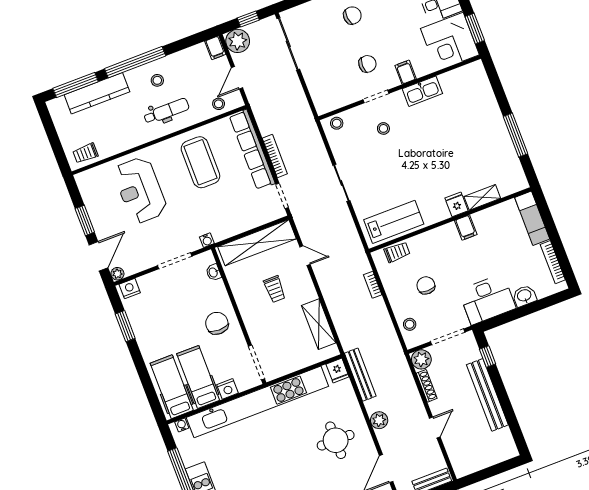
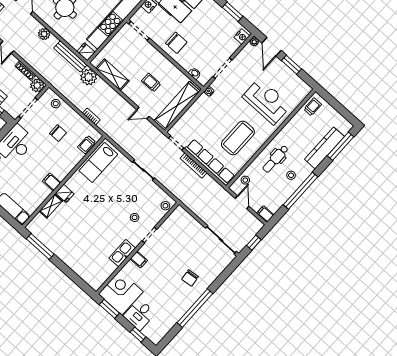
plant: (238, 41) -> (89, 77), moved
window: (135, 62) -> (300, 191), moved
chair: (367, 64) -> (165, 253), removed
window: (515, 135) -> (40, 246), moved
coffee table: (200, 162) -> (238, 138), turned 90

